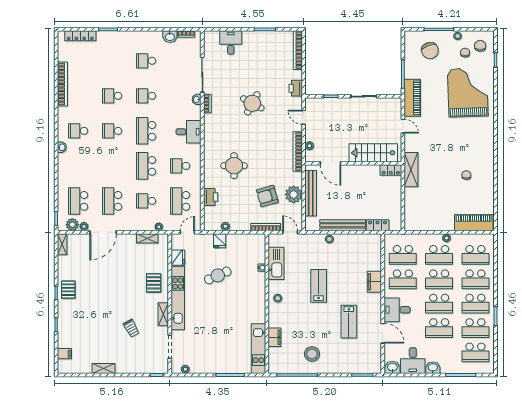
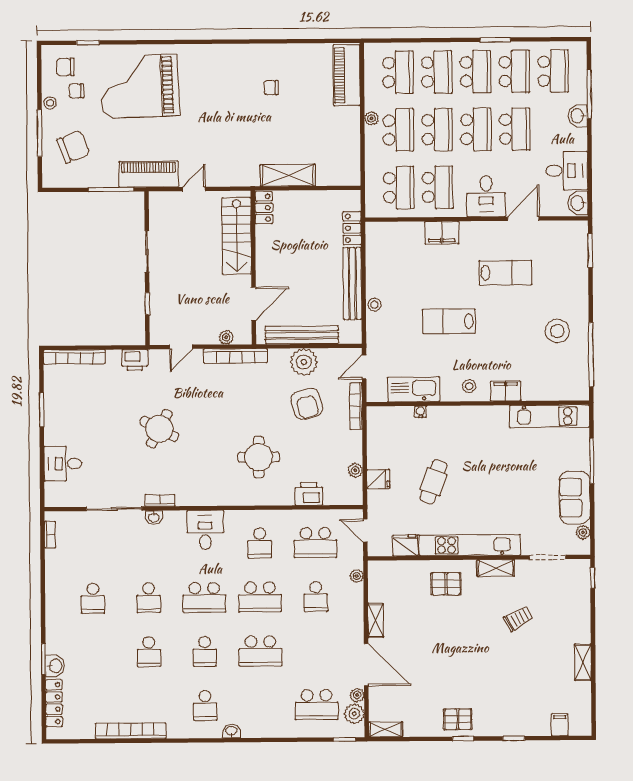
washbasin: (170, 37) -> (55, 666), moved
shelving: (411, 170) -> (288, 175), moved
school desk: (112, 201) -> (260, 651), moved
shelving: (147, 238) -> (376, 621), moved
cafe table: (218, 275) -> (434, 482), turned 44
filing cabinet: (274, 337) -> (506, 391), moved
sofa: (207, 364) -> (575, 498), added
washbasin: (433, 368) -> (578, 116), moved

